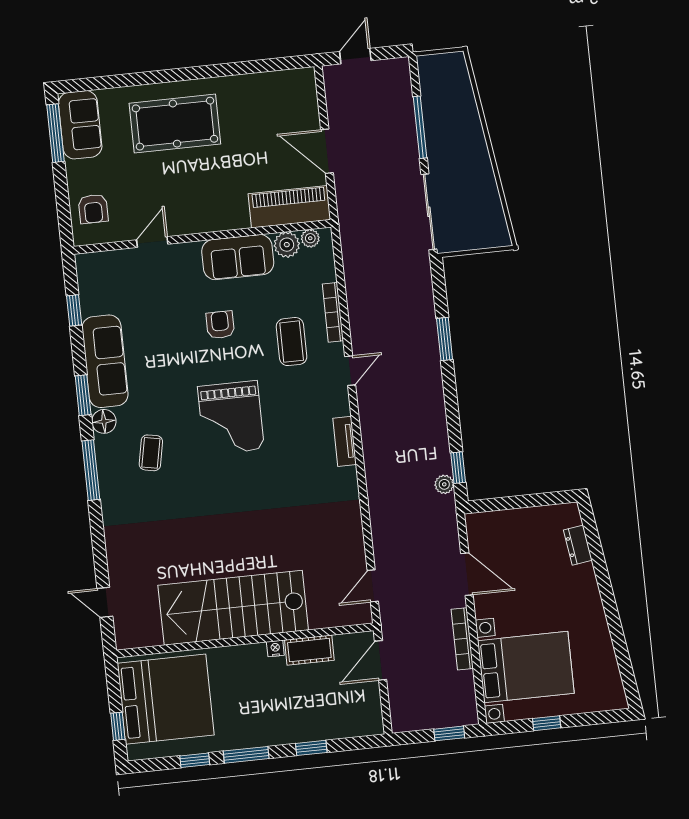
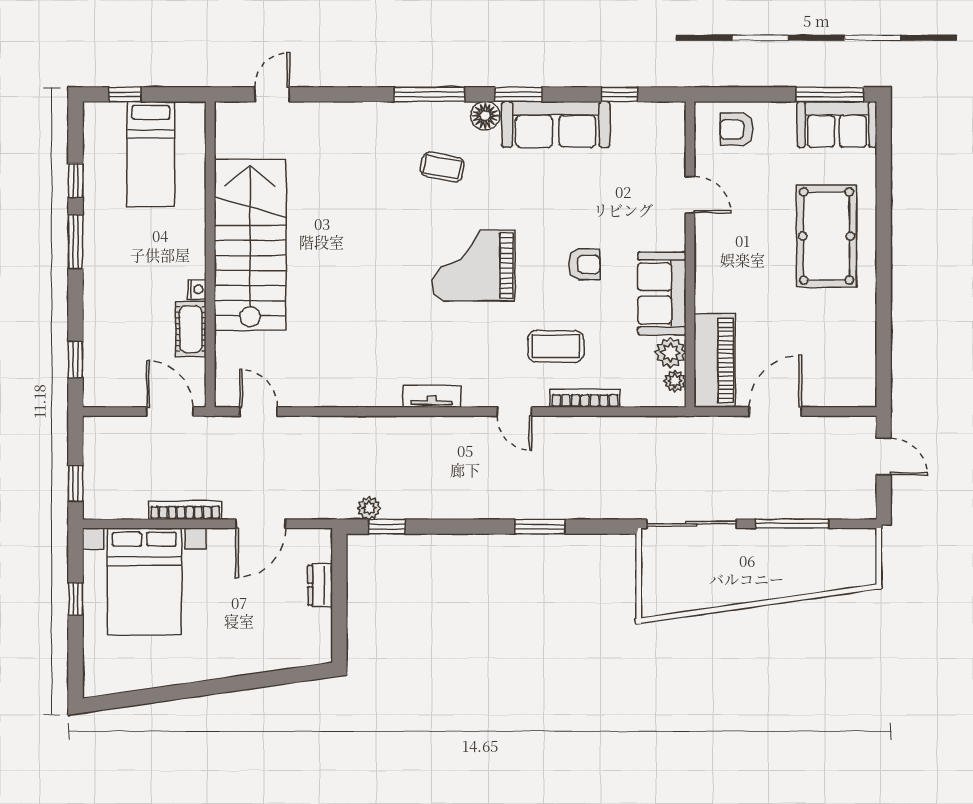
dresser: (578, 545) -> (320, 585), moved, turned -82
bed: (166, 699) -> (151, 154), width x0.49
window: (311, 748) -> (76, 360), moved

